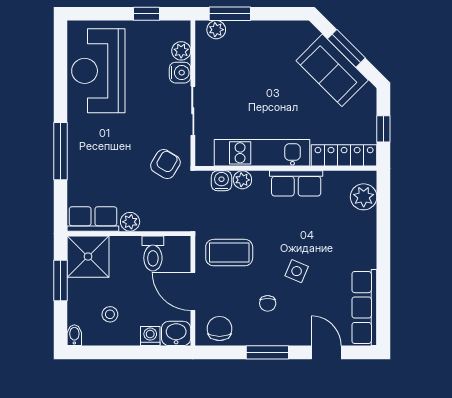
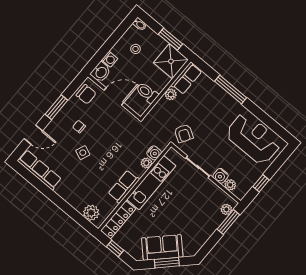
coffee table: (229, 253) -> (118, 128), removed

